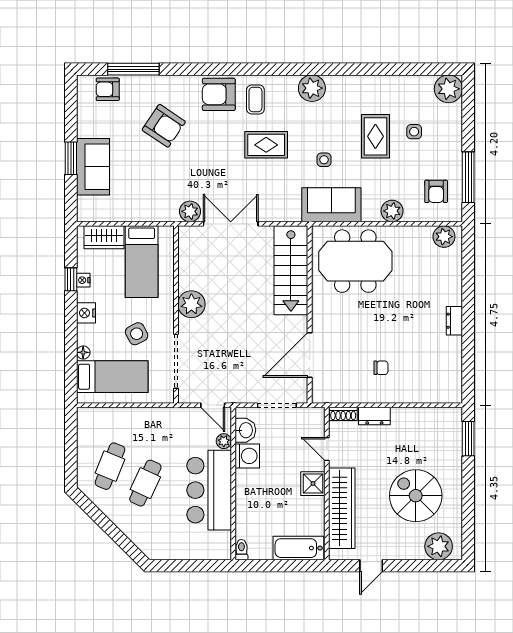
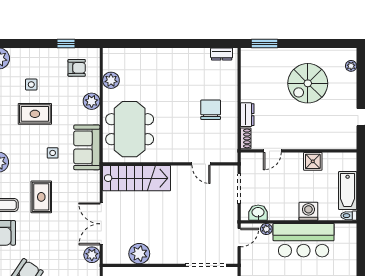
window: (468, 177) -> (66, 43), width x0.46
plant: (444, 237) -> (111, 80), moved
plant: (191, 304) -> (139, 254), moved
dresser: (454, 321) -> (222, 54), moved
door: (310, 355) -> (201, 164), width x0.53
chair: (381, 368) -> (211, 110), width x1.87, depth x1.87
washing machine: (247, 456) -> (308, 211), moved
shower: (313, 484) -> (313, 161), moved
wardrobe: (342, 508) -> (317, 139), removed
plant: (439, 546) -> (351, 66), width x0.53, depth x0.53
bathtub: (298, 548) -> (348, 191), moved

